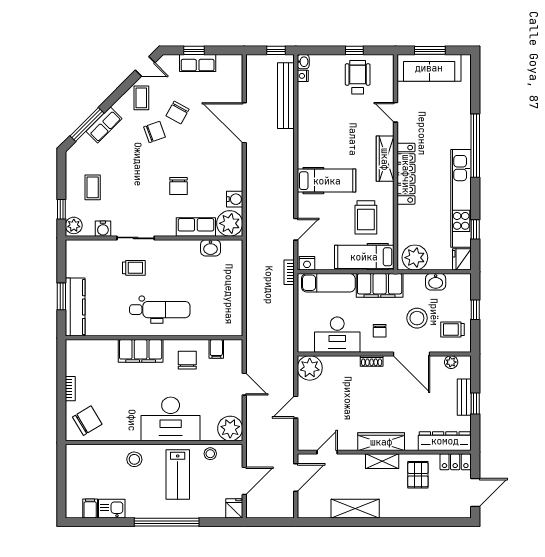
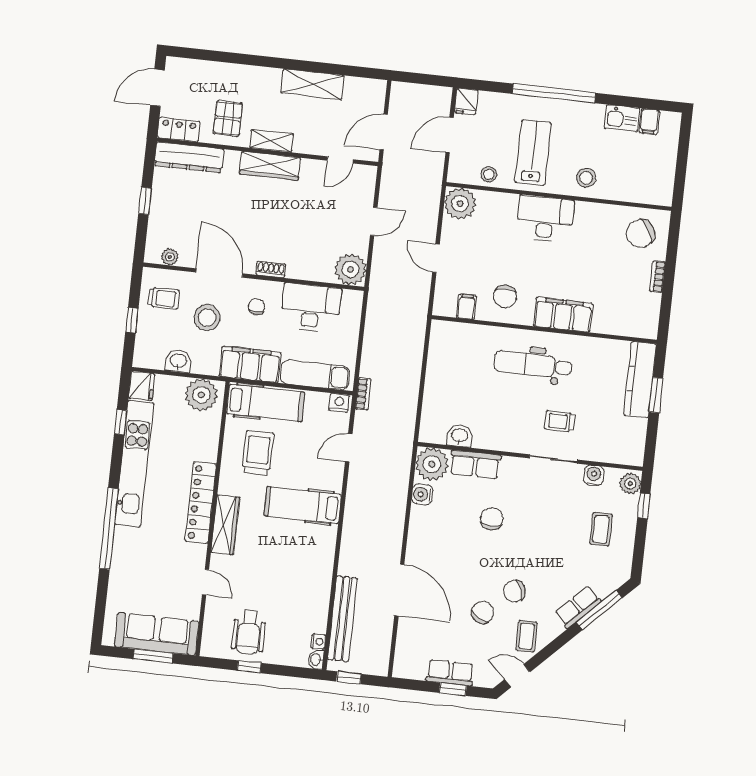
bench: (464, 397) -> (158, 211), removed
desk: (171, 419) -> (545, 219), width x0.73, depth x0.77

